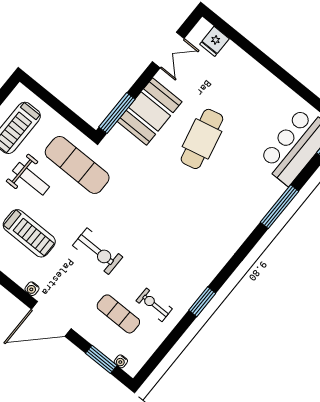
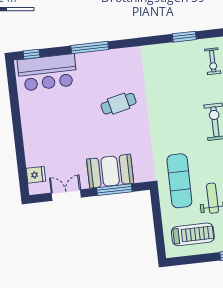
window: (117, 113) -> (114, 190), moved
cafe table: (202, 139) -> (119, 104), moved, width x0.73, depth x0.74

